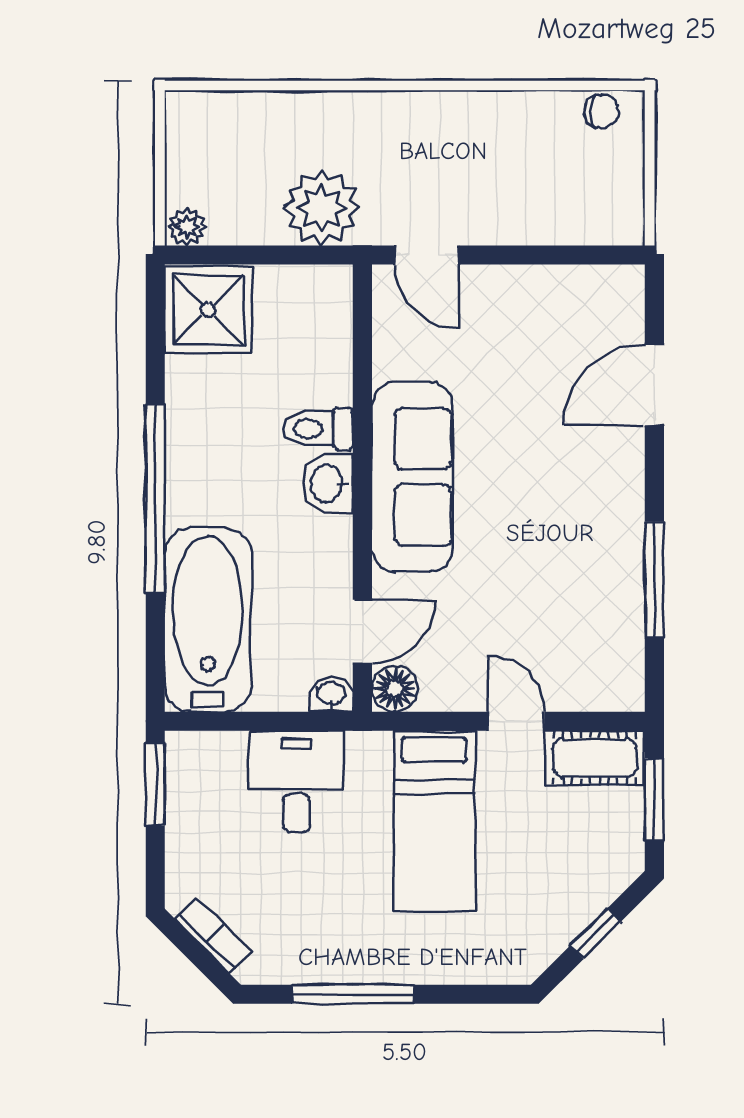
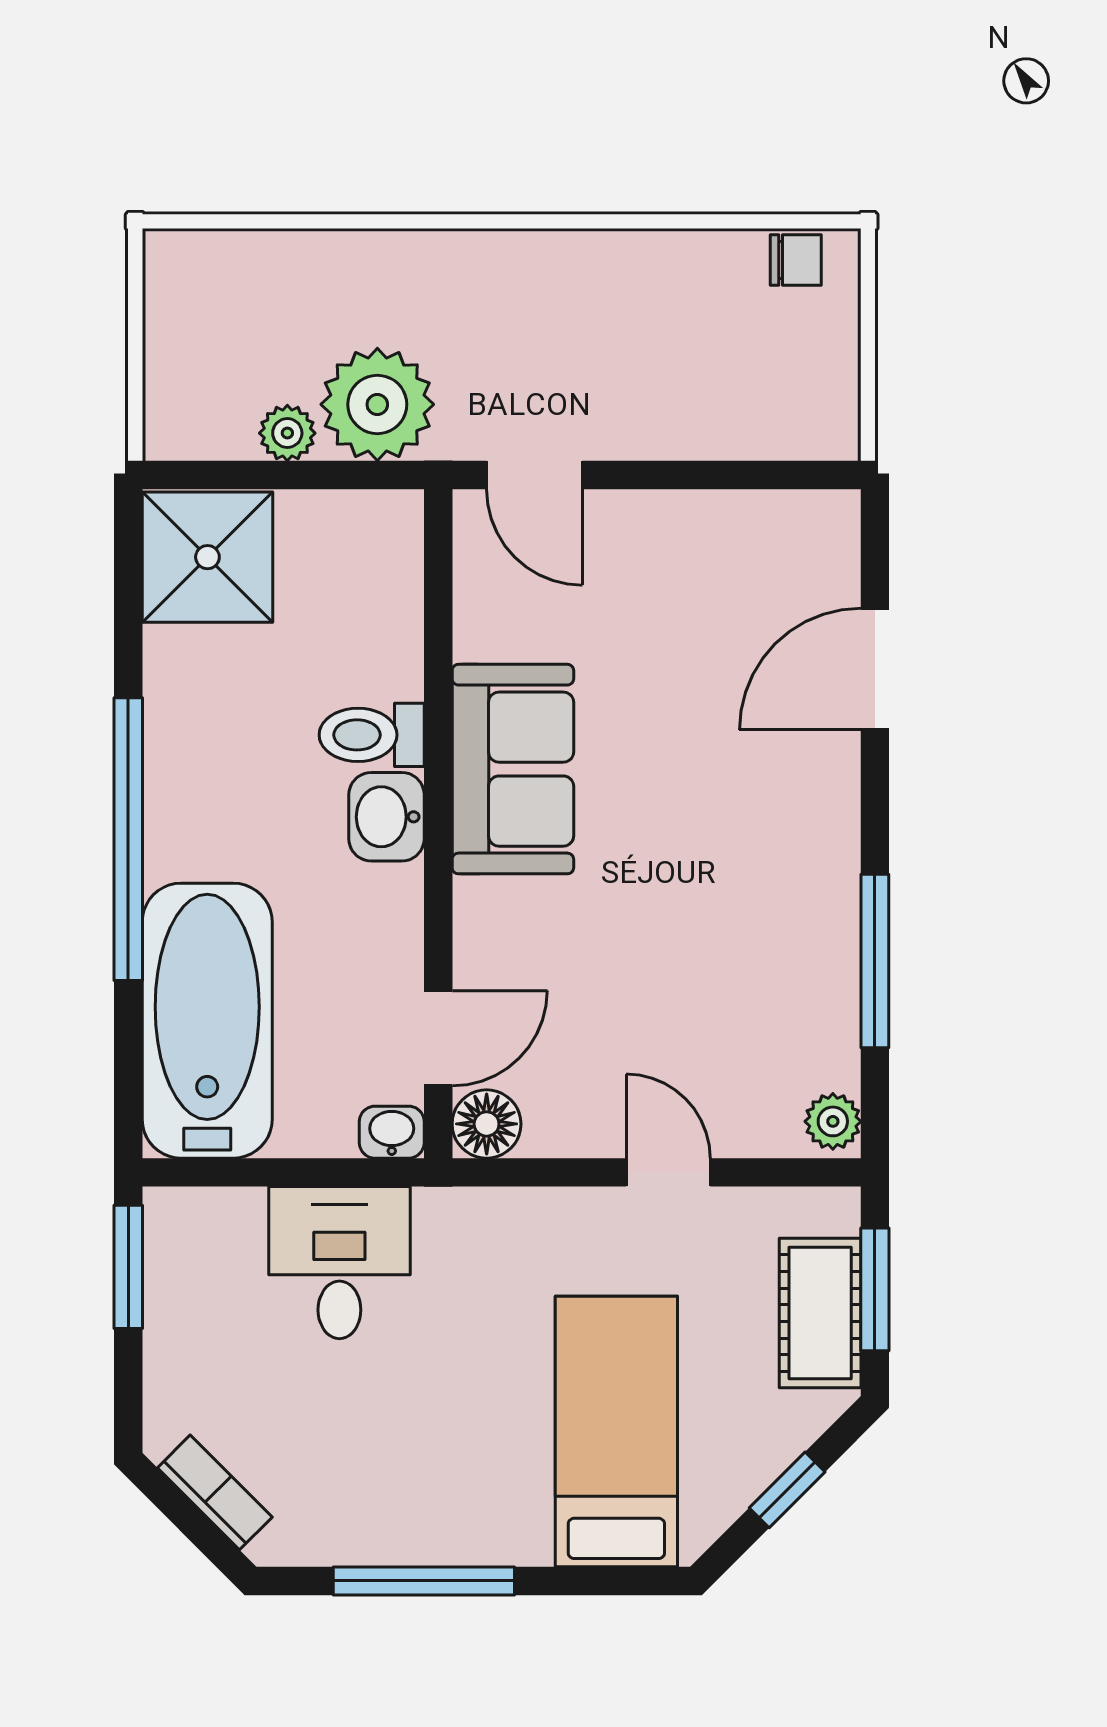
plant: (187, 227) -> (287, 433), moved
sofa: (412, 477) -> (513, 769), width x0.73
plant: (626, 687) -> (833, 1121), added
cot: (595, 758) -> (820, 1313), moved, turned 90
bed: (434, 821) -> (616, 1431), moved, turned 180

